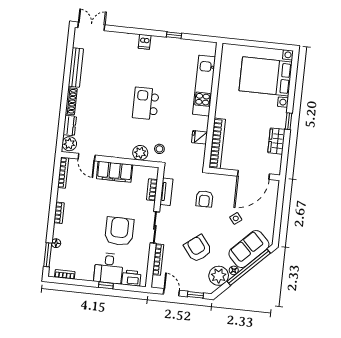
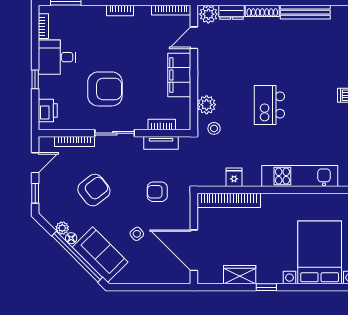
kitchen island: (146, 103) -> (269, 105), turned -90
floor lamp: (56, 243) -> (81, 11), removed
desk: (109, 268) -> (57, 57), moved
plant: (219, 276) -> (62, 228), width x0.53, depth x0.53

